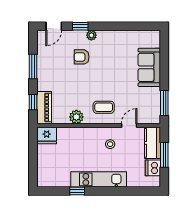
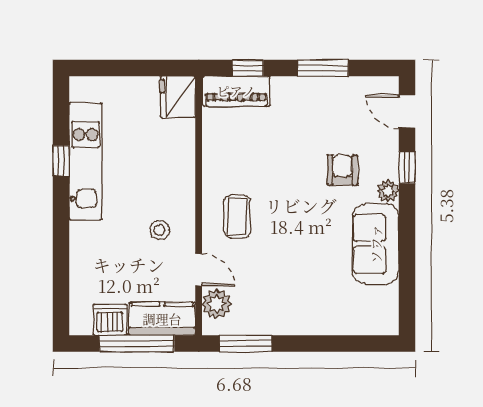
sofa: (149, 67) -> (376, 244), moved, turned -90
plant: (76, 117) -> (217, 304), moved
window: (164, 155) -> (137, 344), width x1.44
kitchen unit: (99, 179) -> (86, 161), moved

